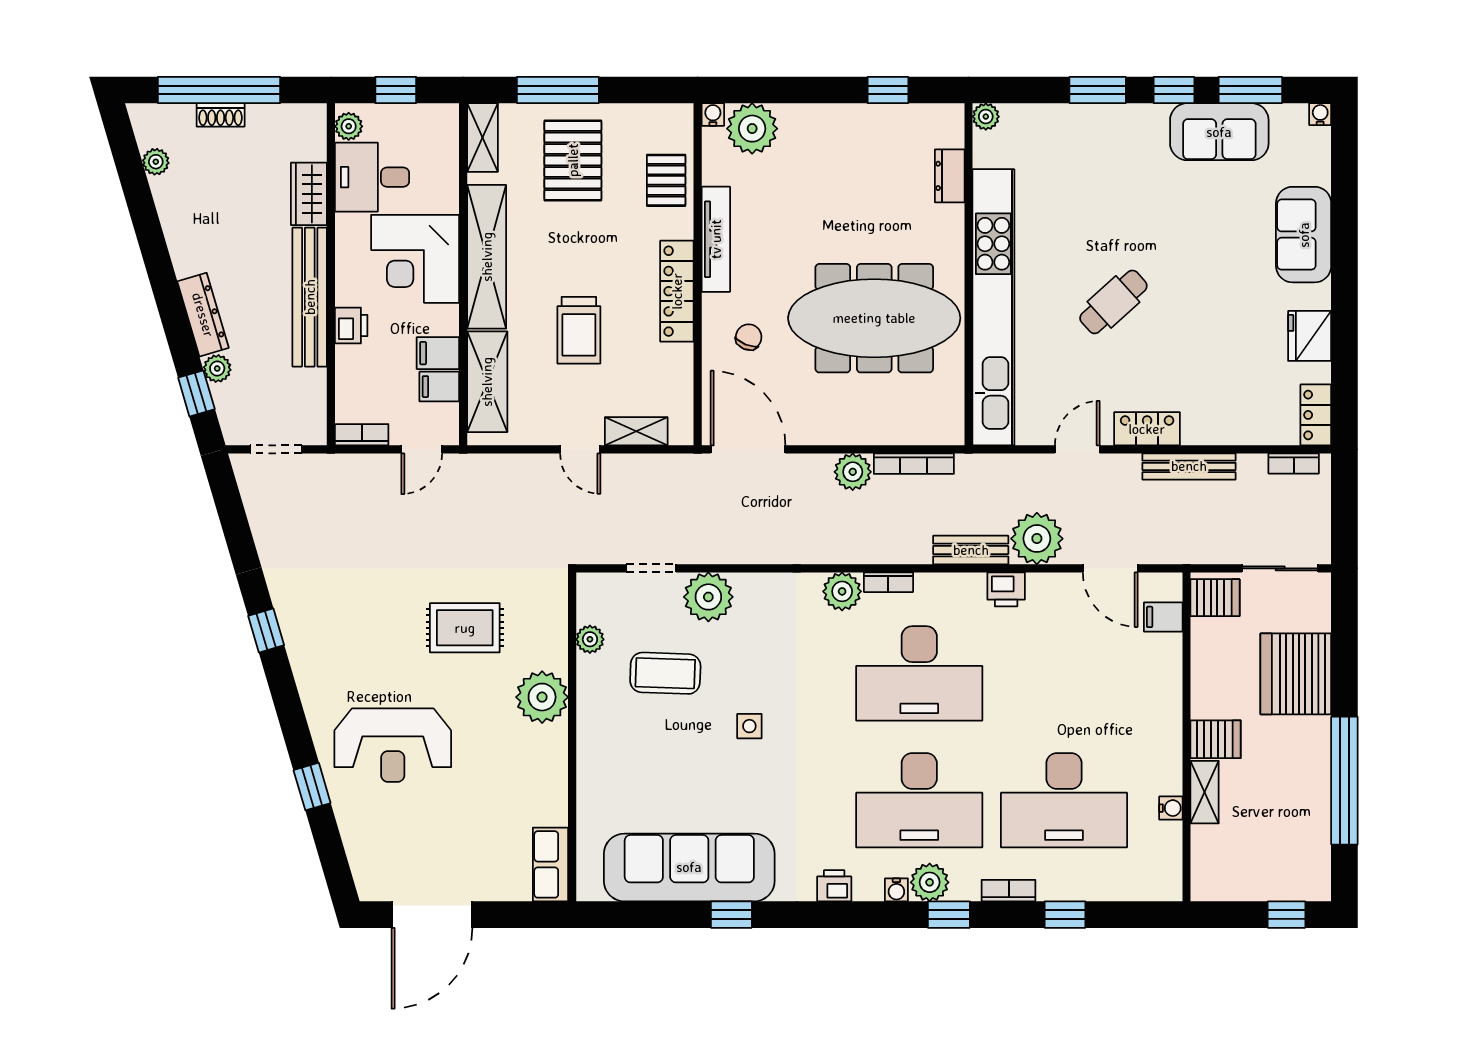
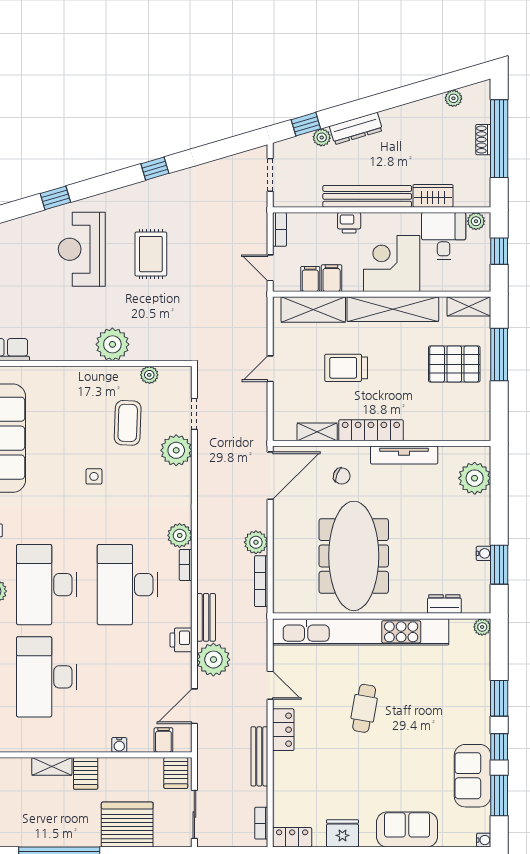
window: (888, 90) -> (499, 565), width x1.50
water cooler: (713, 115) -> (483, 553), moved
pallet: (666, 180) -> (442, 423), removed
cafe table: (1113, 302) -> (364, 708), turned 52
shelving: (636, 431) -> (317, 432), moved, turned 90
rug: (465, 628) -> (151, 254), moved
water cooler: (1171, 808) -> (119, 745), moved

